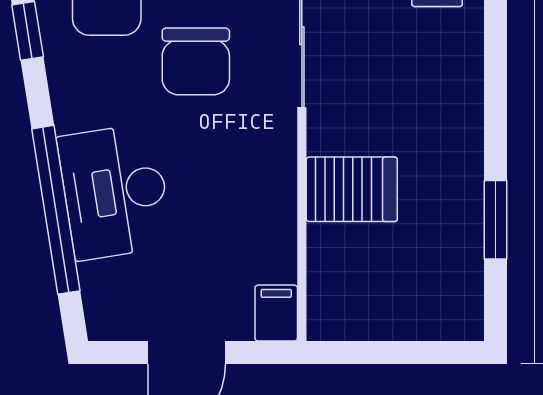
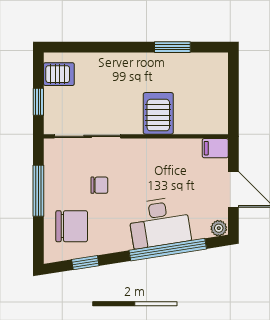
chair: (196, 61) -> (99, 185), width x0.54, depth x0.54
plant: (103, 321) -> (219, 228), added

